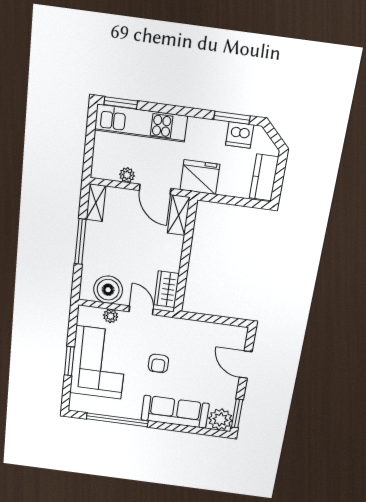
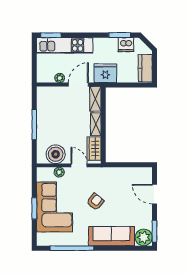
door: (155, 189) -> (78, 85), swing flipped
shelving: (96, 203) -> (96, 124), moved
armchair: (158, 363) -> (95, 202), turned -141

